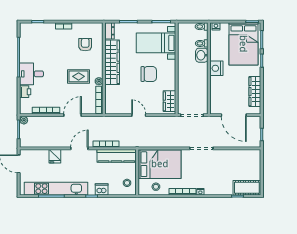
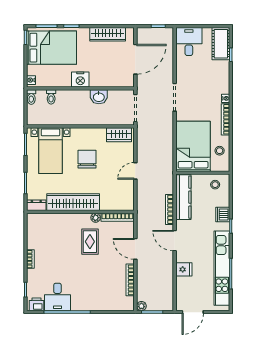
armchair: (85, 45) -> (52, 234), removed
washbasin: (202, 55) -> (99, 97), moved
desk: (32, 74) -> (57, 297), moved
printer: (25, 92) -> (36, 304), moved
desk: (249, 161) -> (189, 41), added

